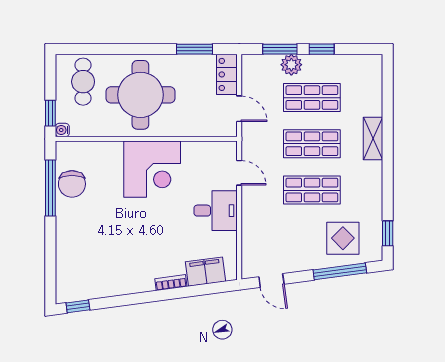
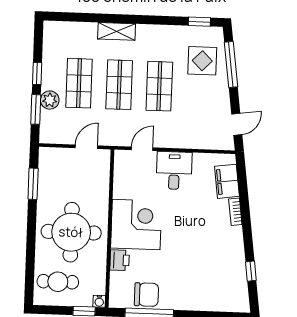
locker: (227, 74) -> (56, 156), removed
printer: (110, 152) -> (120, 260), added
window: (78, 306) -> (251, 271), moved

